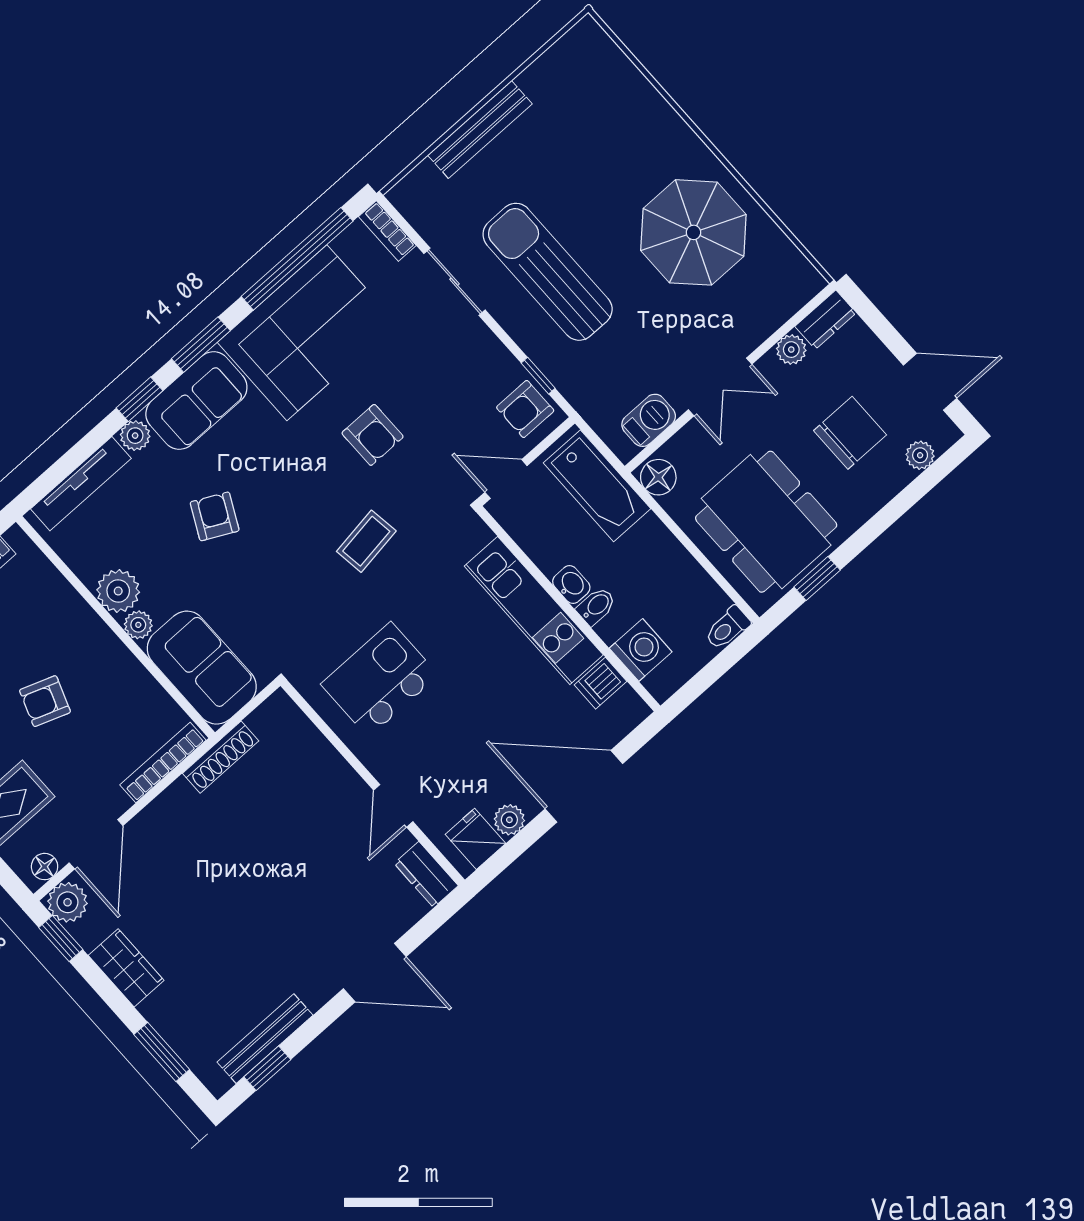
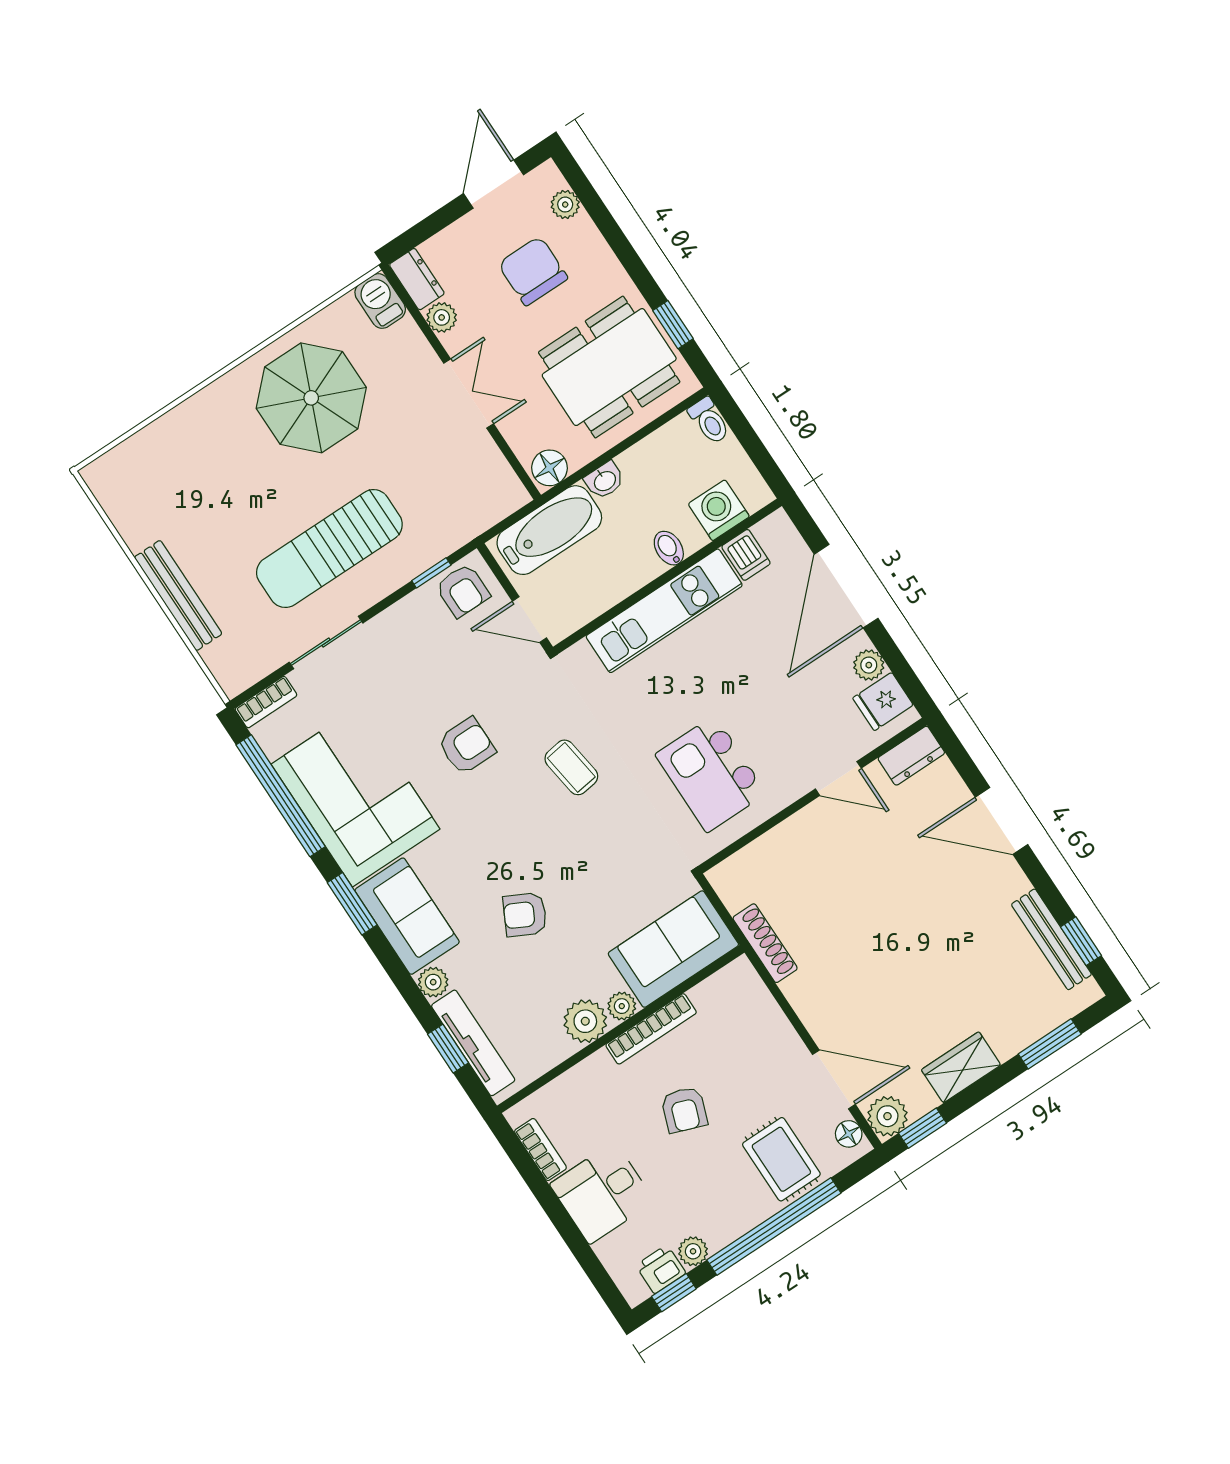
window: (140, 399) -> (448, 1049), moved
barbecue: (649, 420) -> (380, 301), moved
door: (506, 479) -> (529, 620), hinge flipped
washbasin: (571, 585) -> (605, 480), moved, turned 180
bookcase: (163, 763) -> (651, 1029), moved, turned -90
door: (375, 973) -> (1001, 821), swing flipped

